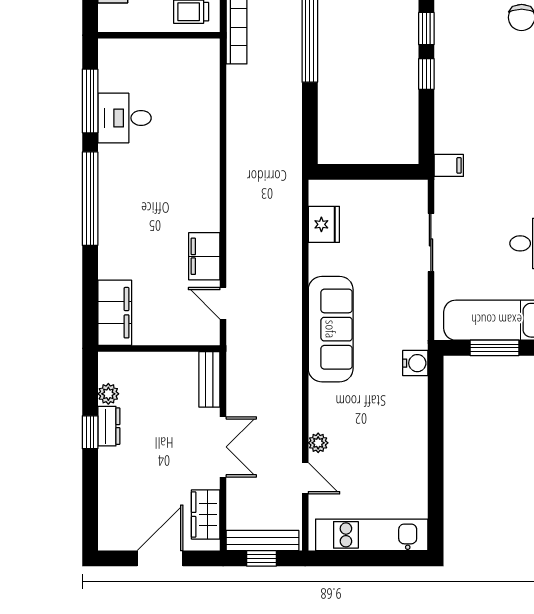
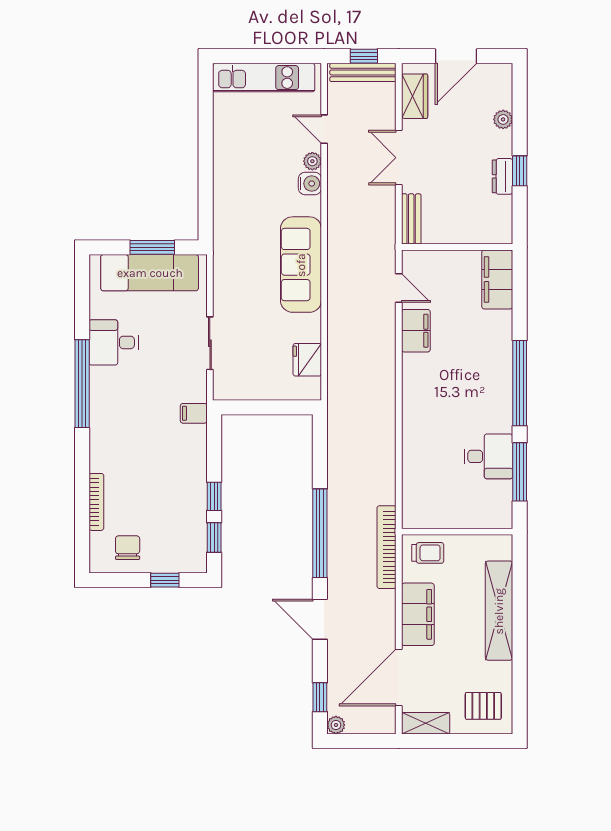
water cooler: (415, 363) -> (310, 184), moved, turned 180
plant: (108, 394) -> (503, 119), moved

